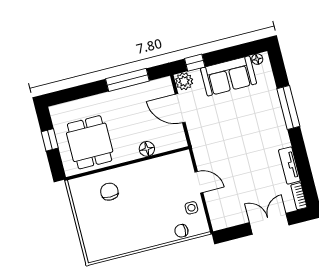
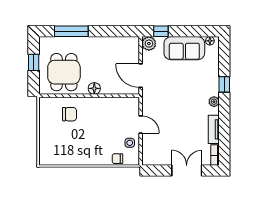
window: (127, 80) -> (71, 31), moved
window: (288, 107) -> (224, 84), width x0.46
door: (180, 108) -> (141, 76), moved
plant: (281, 132) -> (214, 102), added
floor lamp: (147, 149) -> (94, 88), moved
chair: (109, 192) -> (69, 114), turned 90

